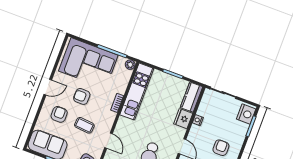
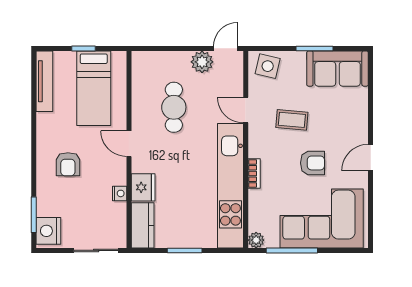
kitchen unit: (137, 92) -> (230, 186), width x1.36
armchair: (59, 114) -> (337, 122), removed

